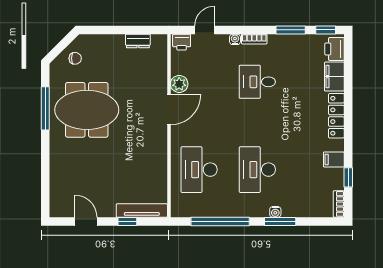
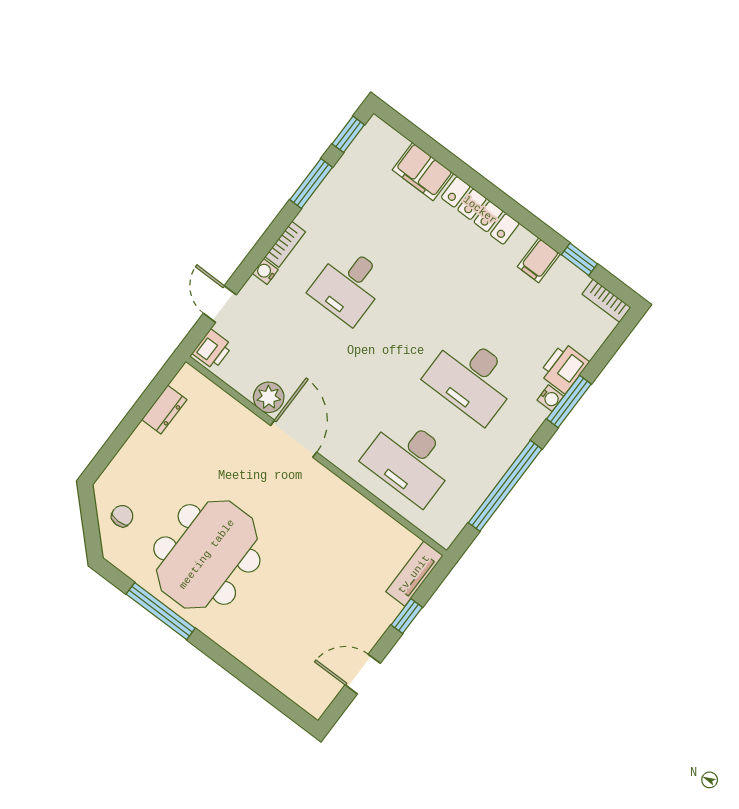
printer: (334, 49) -> (564, 368), moved, turned 90
tv unit: (142, 210) -> (414, 574), width x0.71

